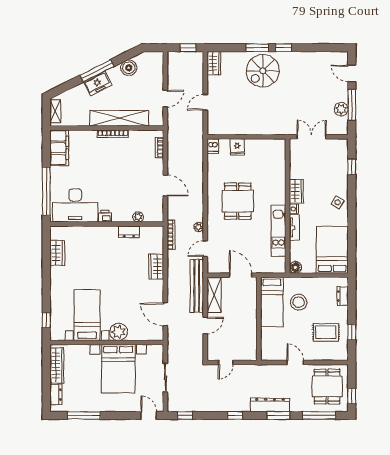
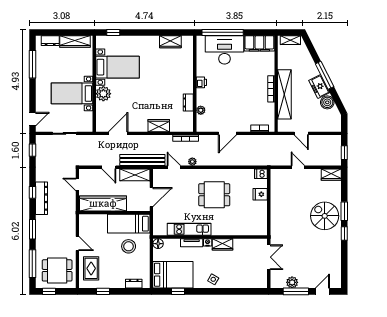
freezer: (98, 83) -> (319, 87), moved
window: (352, 167) -> (178, 291), moved
desk: (75, 205) -> (224, 50), moved, turned 90
wardrobe: (248, 332) -> (103, 203), added
rug: (326, 332) -> (91, 268), moved
door: (295, 363) -> (77, 243), hinge flipped
bed with nightstands: (118, 369) -> (72, 93), width x0.73
dresser: (270, 405) -> (42, 198), moved

